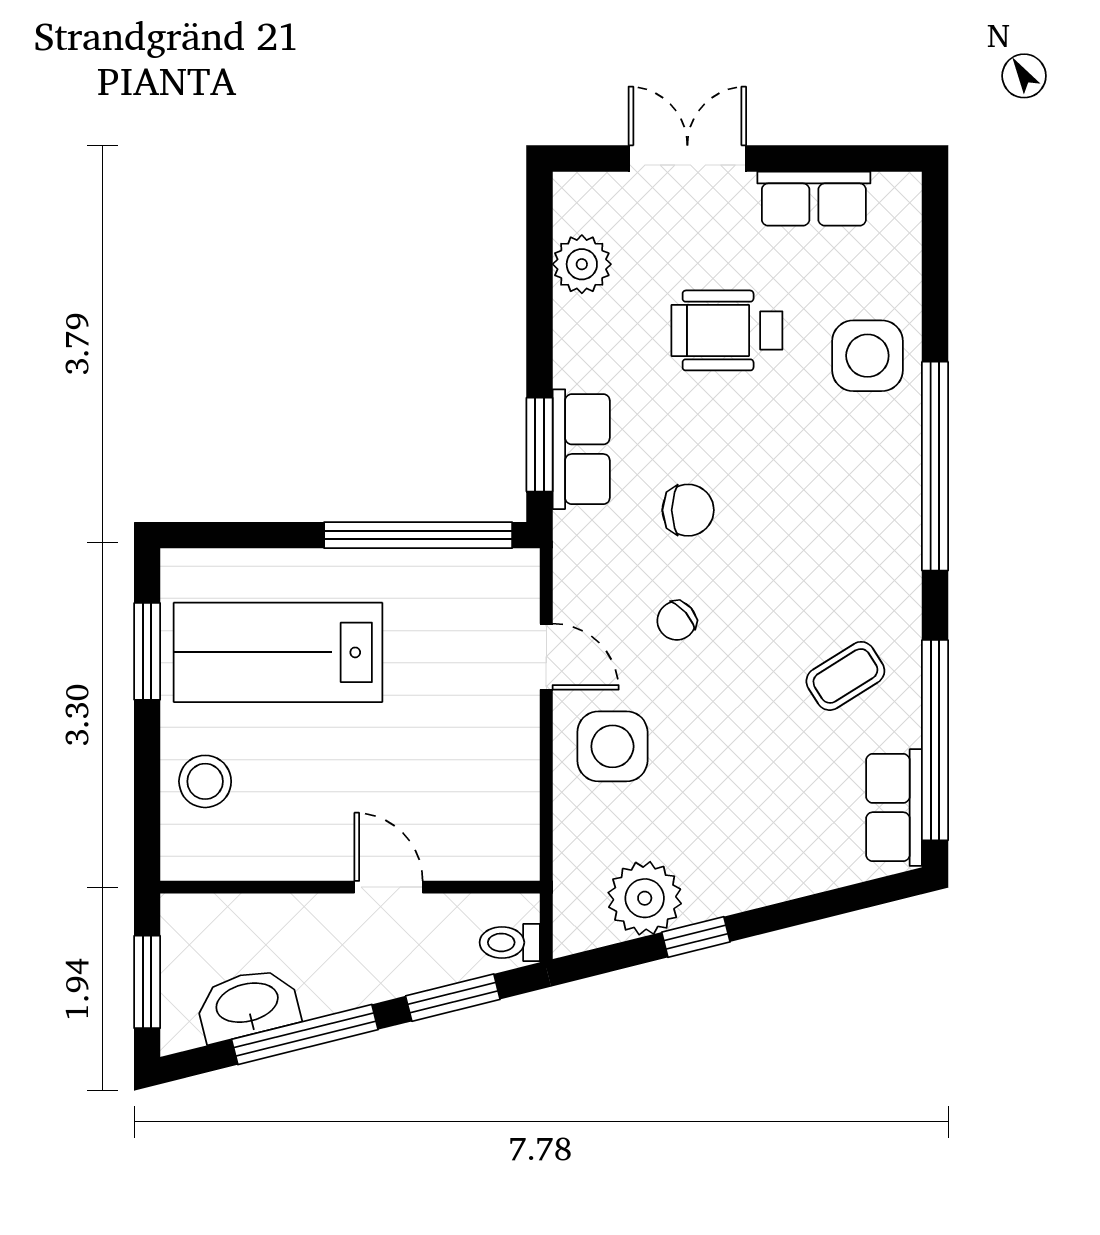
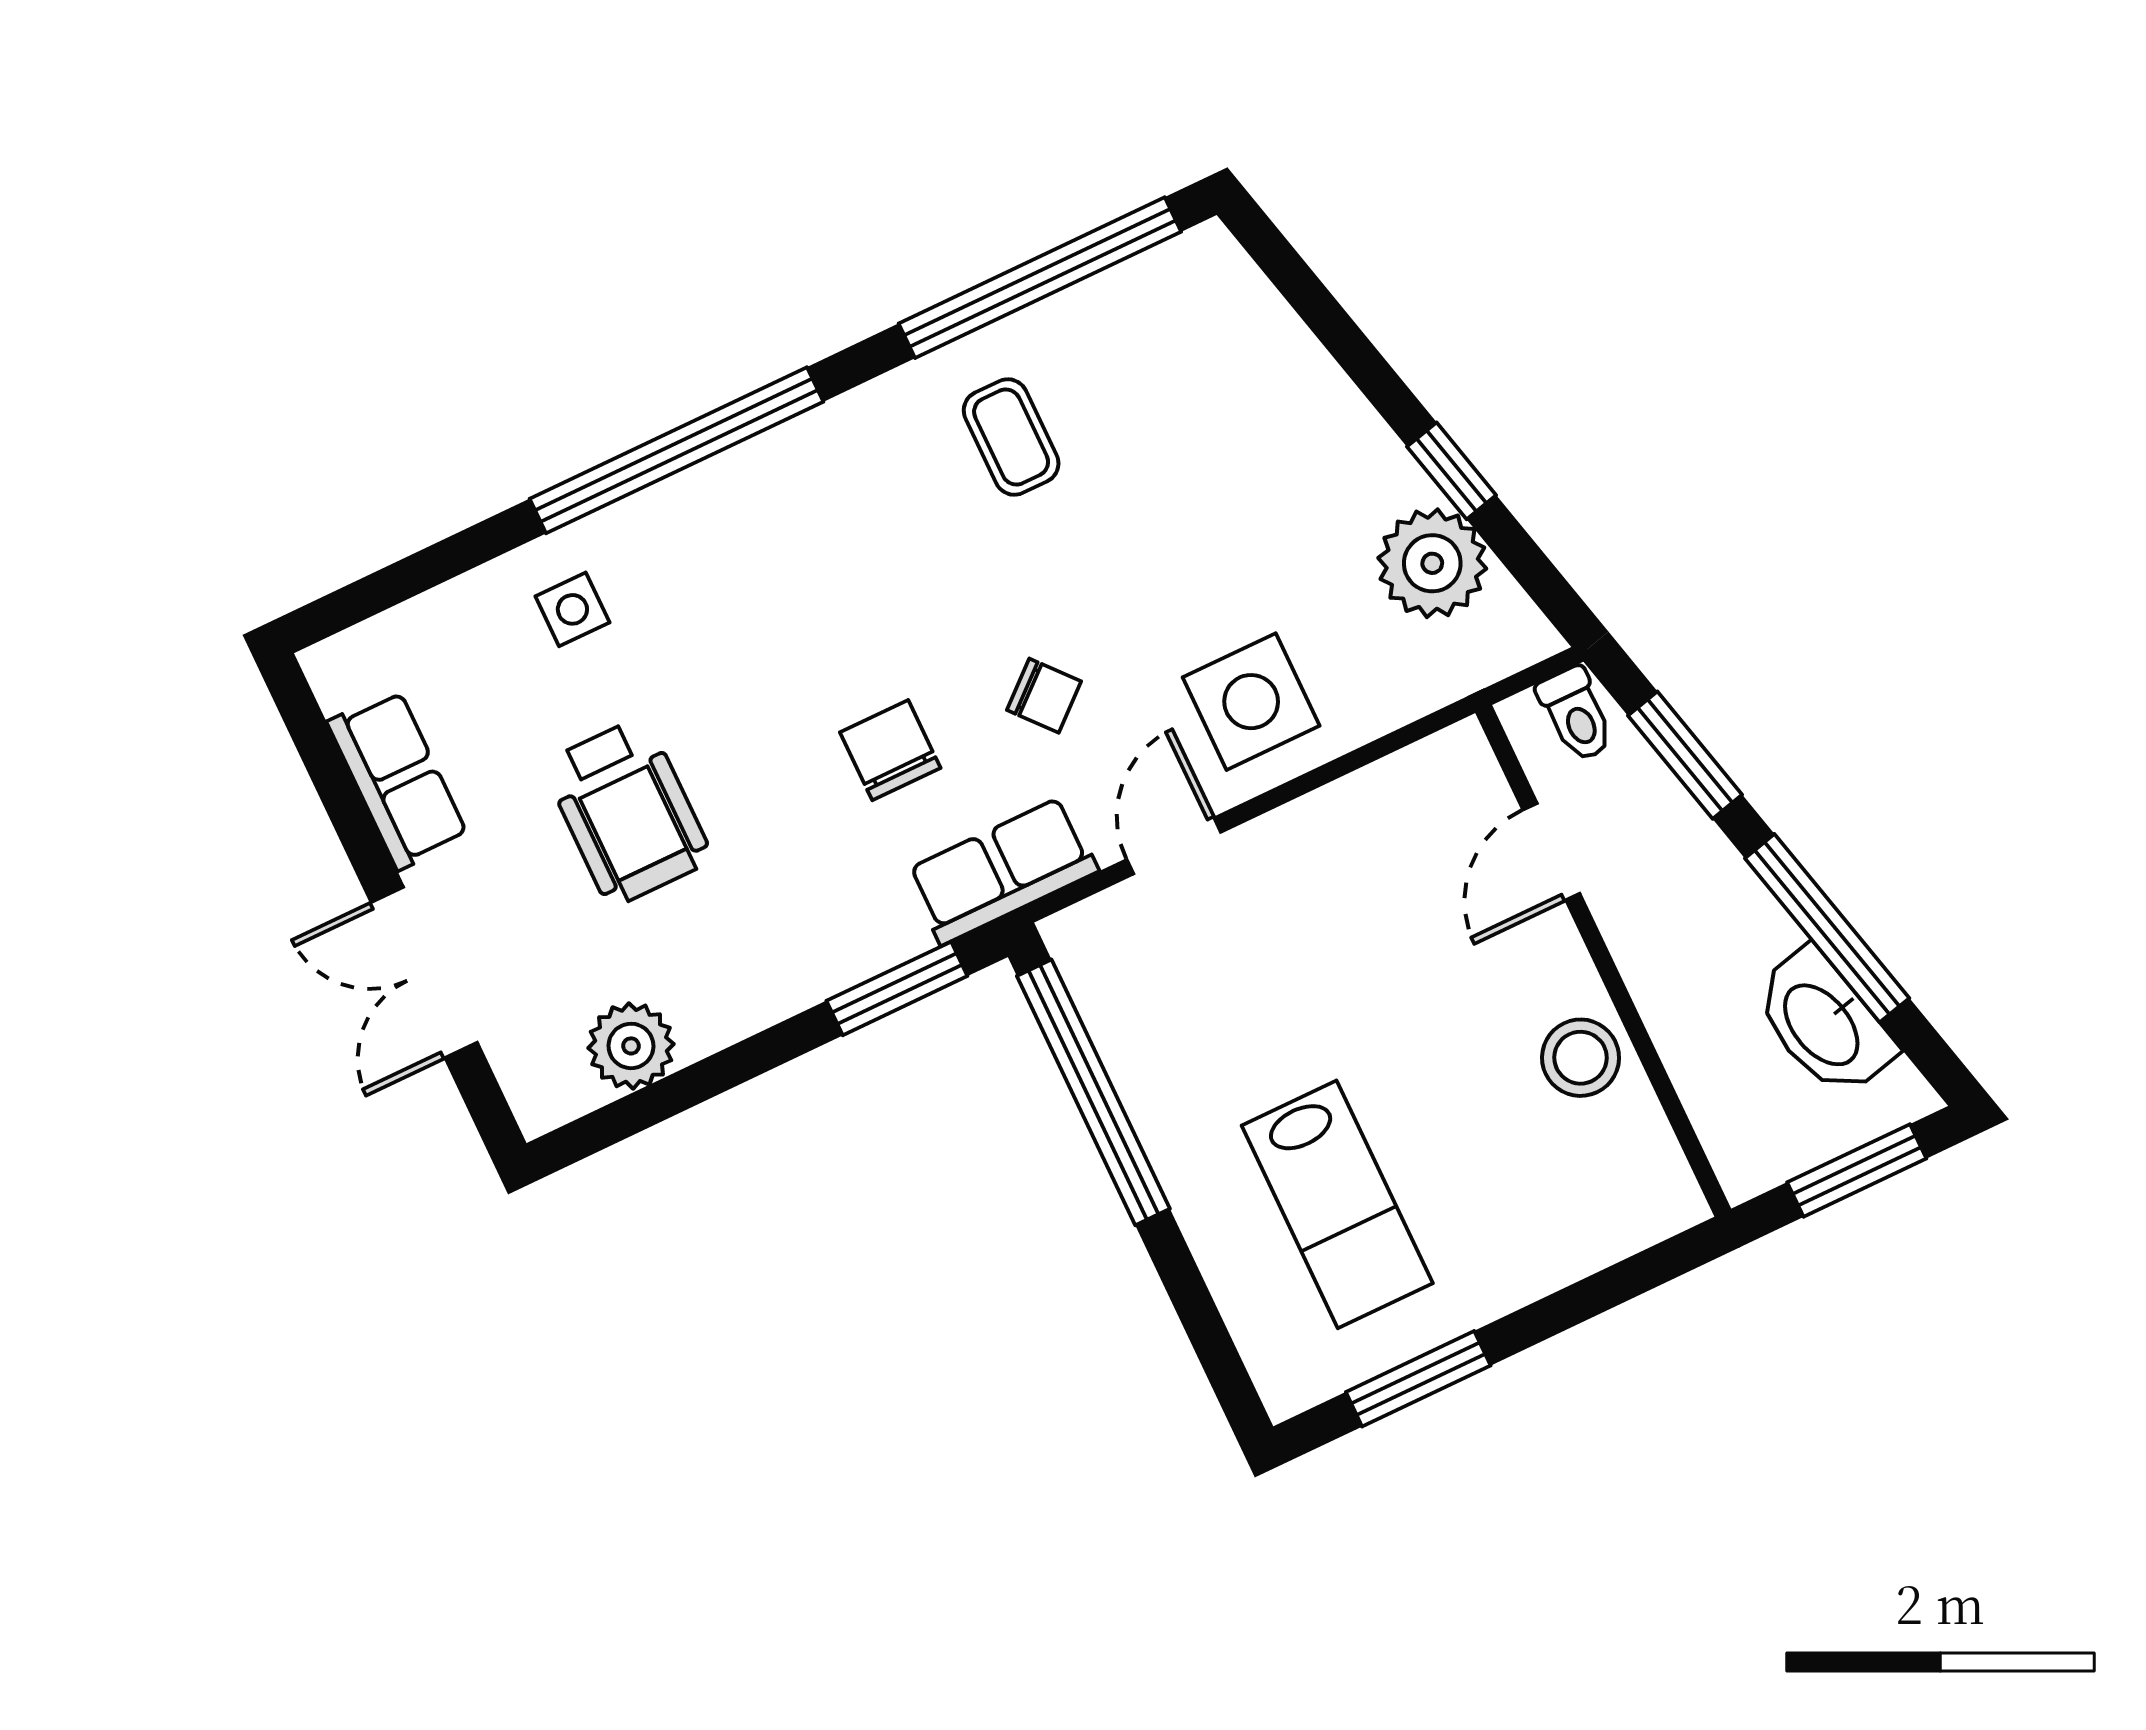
side table: (867, 356) -> (572, 609), width x0.54, depth x0.54
row of seats: (581, 449) -> (1002, 871), moved
lab bench: (278, 652) -> (1337, 1204), width x0.73, depth x0.72
coffee table: (845, 676) -> (1011, 437), turned 32
stool: (205, 781) -> (1581, 1058), moved
row of seats: (894, 808) -> (1155, 290), removed
door: (389, 887) -> (1551, 852), moved

